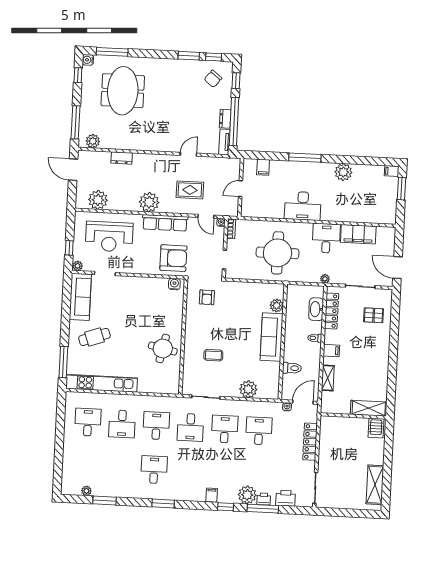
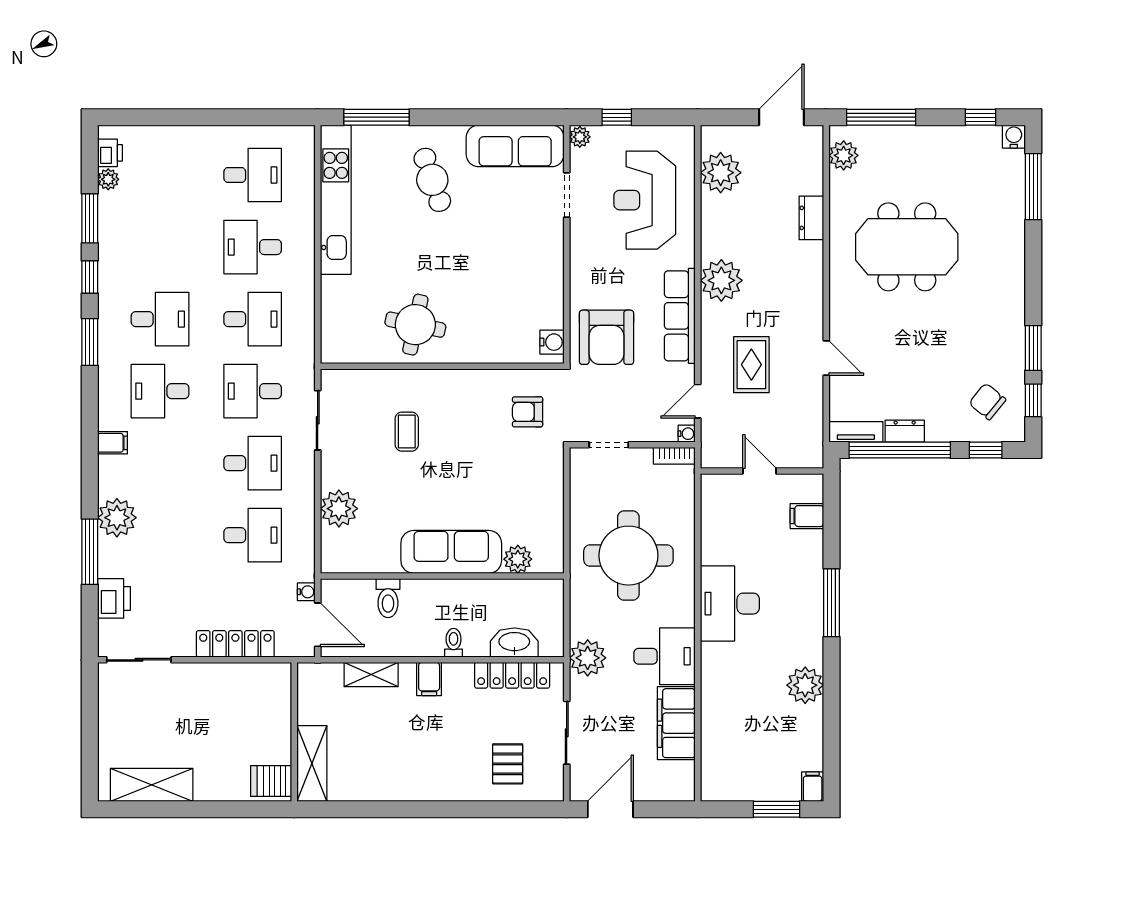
meeting table: (123, 91) -> (907, 247), moved
plant: (325, 279) -> (588, 658), width x1.87, depth x1.87
desk: (188, 471) -> (160, 391), added
printer: (264, 499) -> (110, 153), moved
window: (226, 507) -> (90, 277), moved

